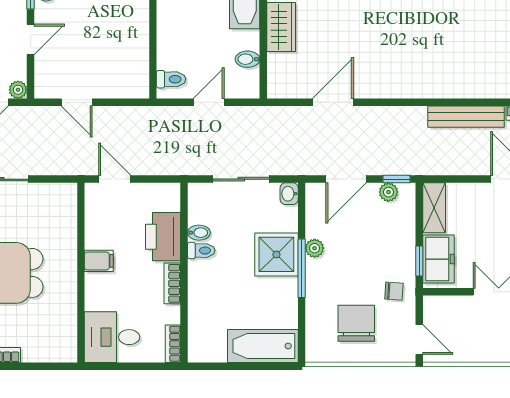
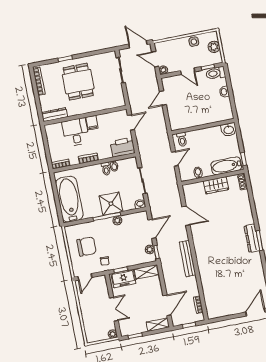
door: (209, 102) -> (175, 159), hinge flipped
bench: (466, 117) -> (188, 258), moved
door: (346, 179) -> (152, 229), swing flipped
printer: (163, 237) -> (123, 147), moved
dresser: (67, 336) -> (55, 115), added
desk: (112, 337) -> (76, 132), moved
bathtub: (263, 346) -> (69, 199), width x1.36, depth x1.36

